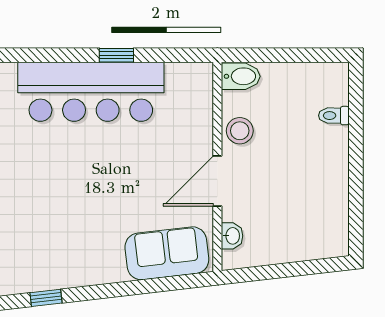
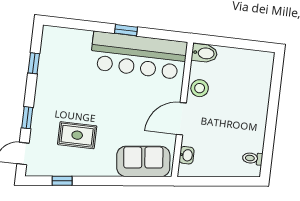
bar counter: (91, 92) -> (139, 55), moved
toilet: (334, 116) -> (253, 158), moved
rug: (61, 225) -> (77, 135), added

